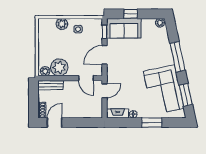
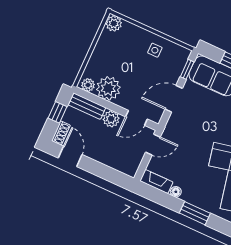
plant: (62, 24) -> (114, 23), moved
door: (86, 78) -> (136, 118), hinge flipped
plant: (70, 86) -> (111, 119), added
window: (34, 98) -> (58, 112), added
door: (55, 123) -> (70, 156), hinge flipped

